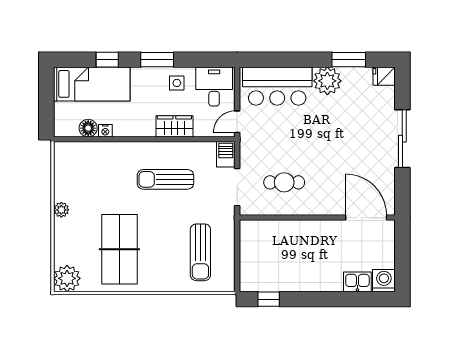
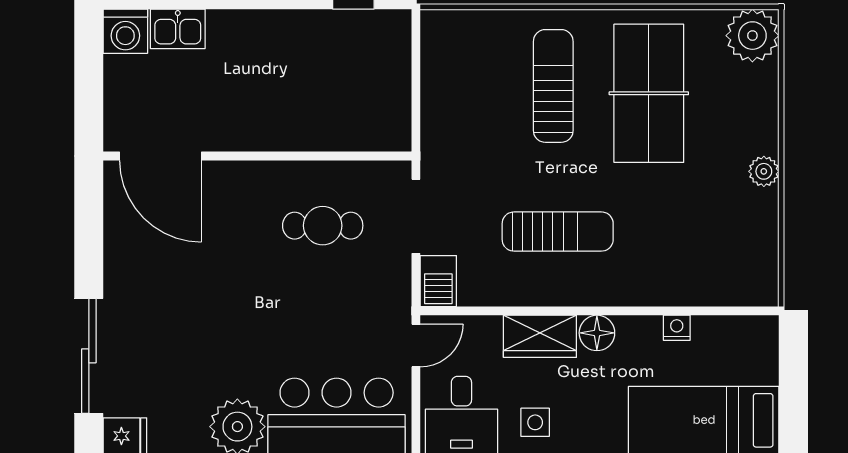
floor lamp: (88, 128) -> (597, 333), moved
sliding door: (402, 139) -> (89, 356), moved
sun lounger: (200, 252) -> (553, 86), moved

